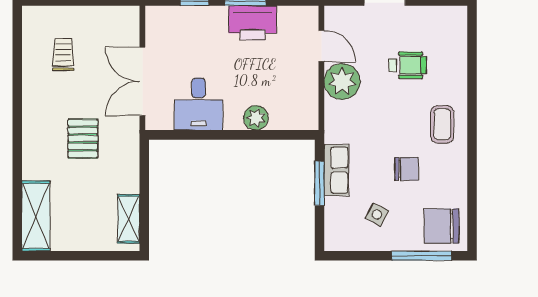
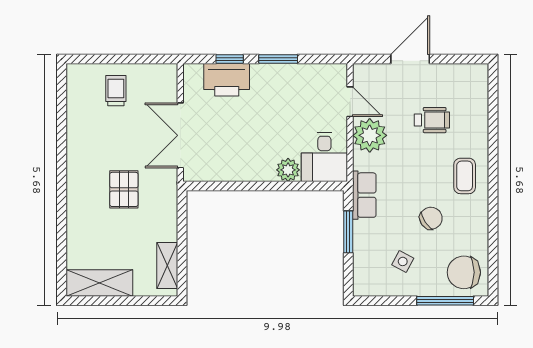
printer: (253, 23) -> (227, 80), moved
trolley: (63, 55) -> (116, 91), moved
desk: (198, 104) -> (324, 157), moved
chair: (407, 169) -> (431, 218), turned -34
row of seats: (336, 170) -> (364, 195), moved
shelving: (36, 216) -> (99, 283), moved, turned 90

